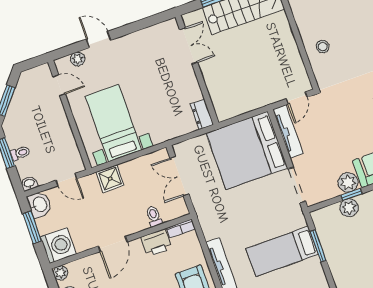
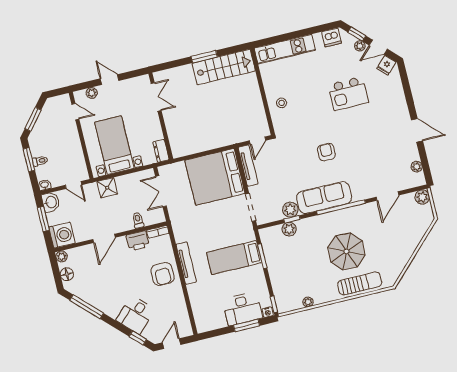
double door: (189, 46) -> (156, 97), moved
wall: (197, 70) -> (161, 116), moved
dresser: (202, 114) -> (161, 151), moved

